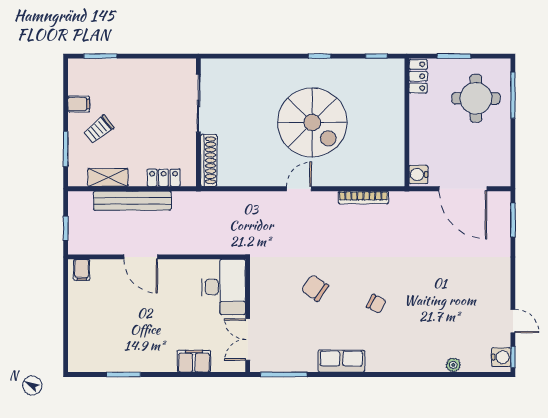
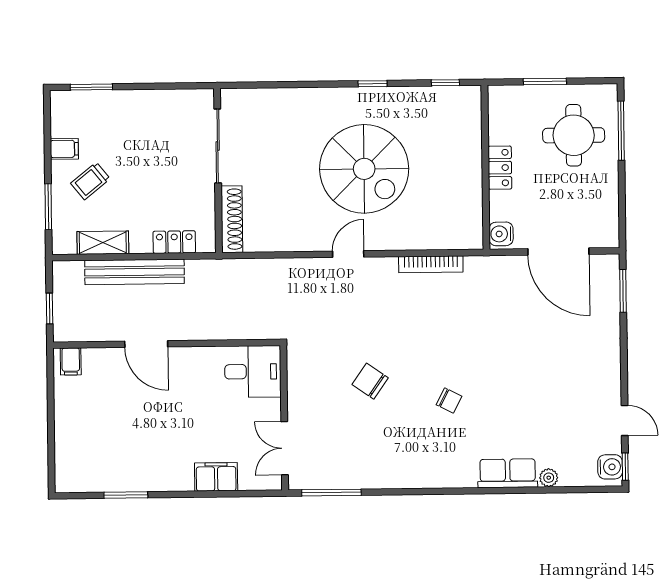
locker: (418, 76) -> (500, 168), moved
desk: (224, 287) -> (253, 372), width x0.73
row of seats: (341, 361) -> (508, 473), moved

